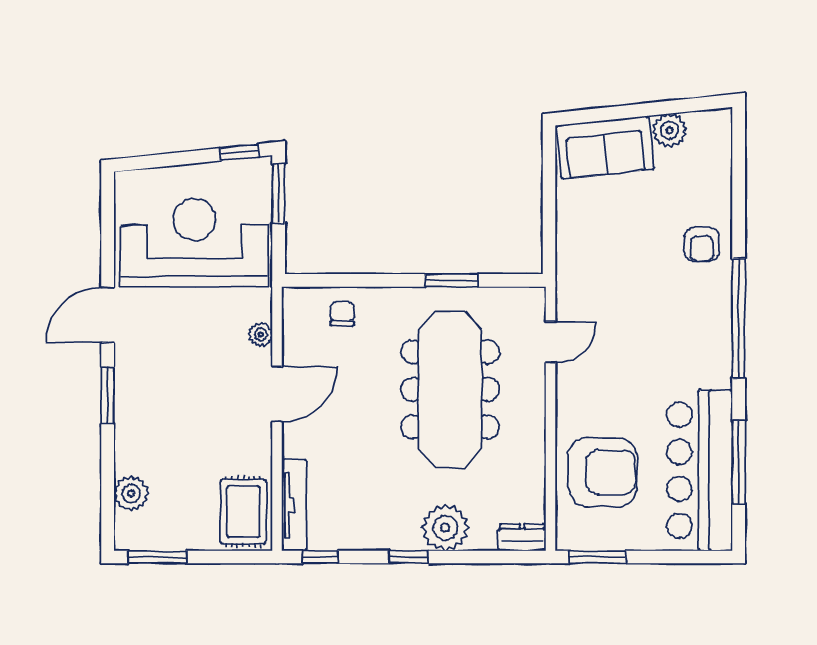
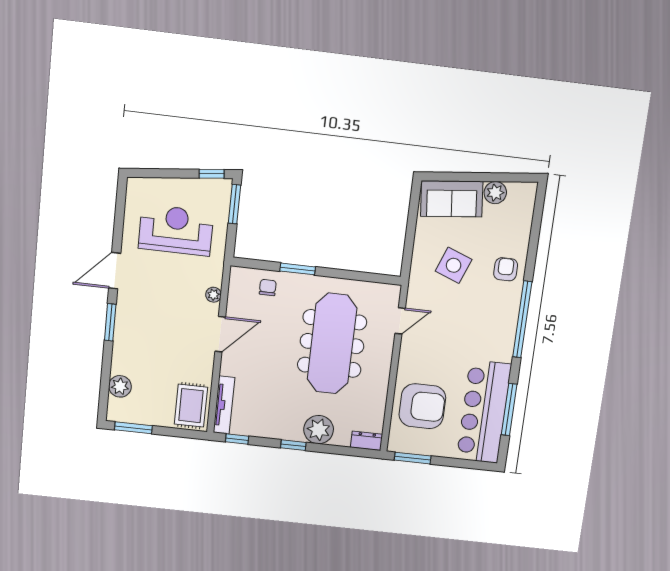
reception desk: (194, 243) -> (176, 230), width x0.74, depth x0.77
armchair: (702, 244) -> (506, 269), turned 180
side table: (621, 247) -> (454, 265), added
window: (452, 280) -> (298, 269), moved

